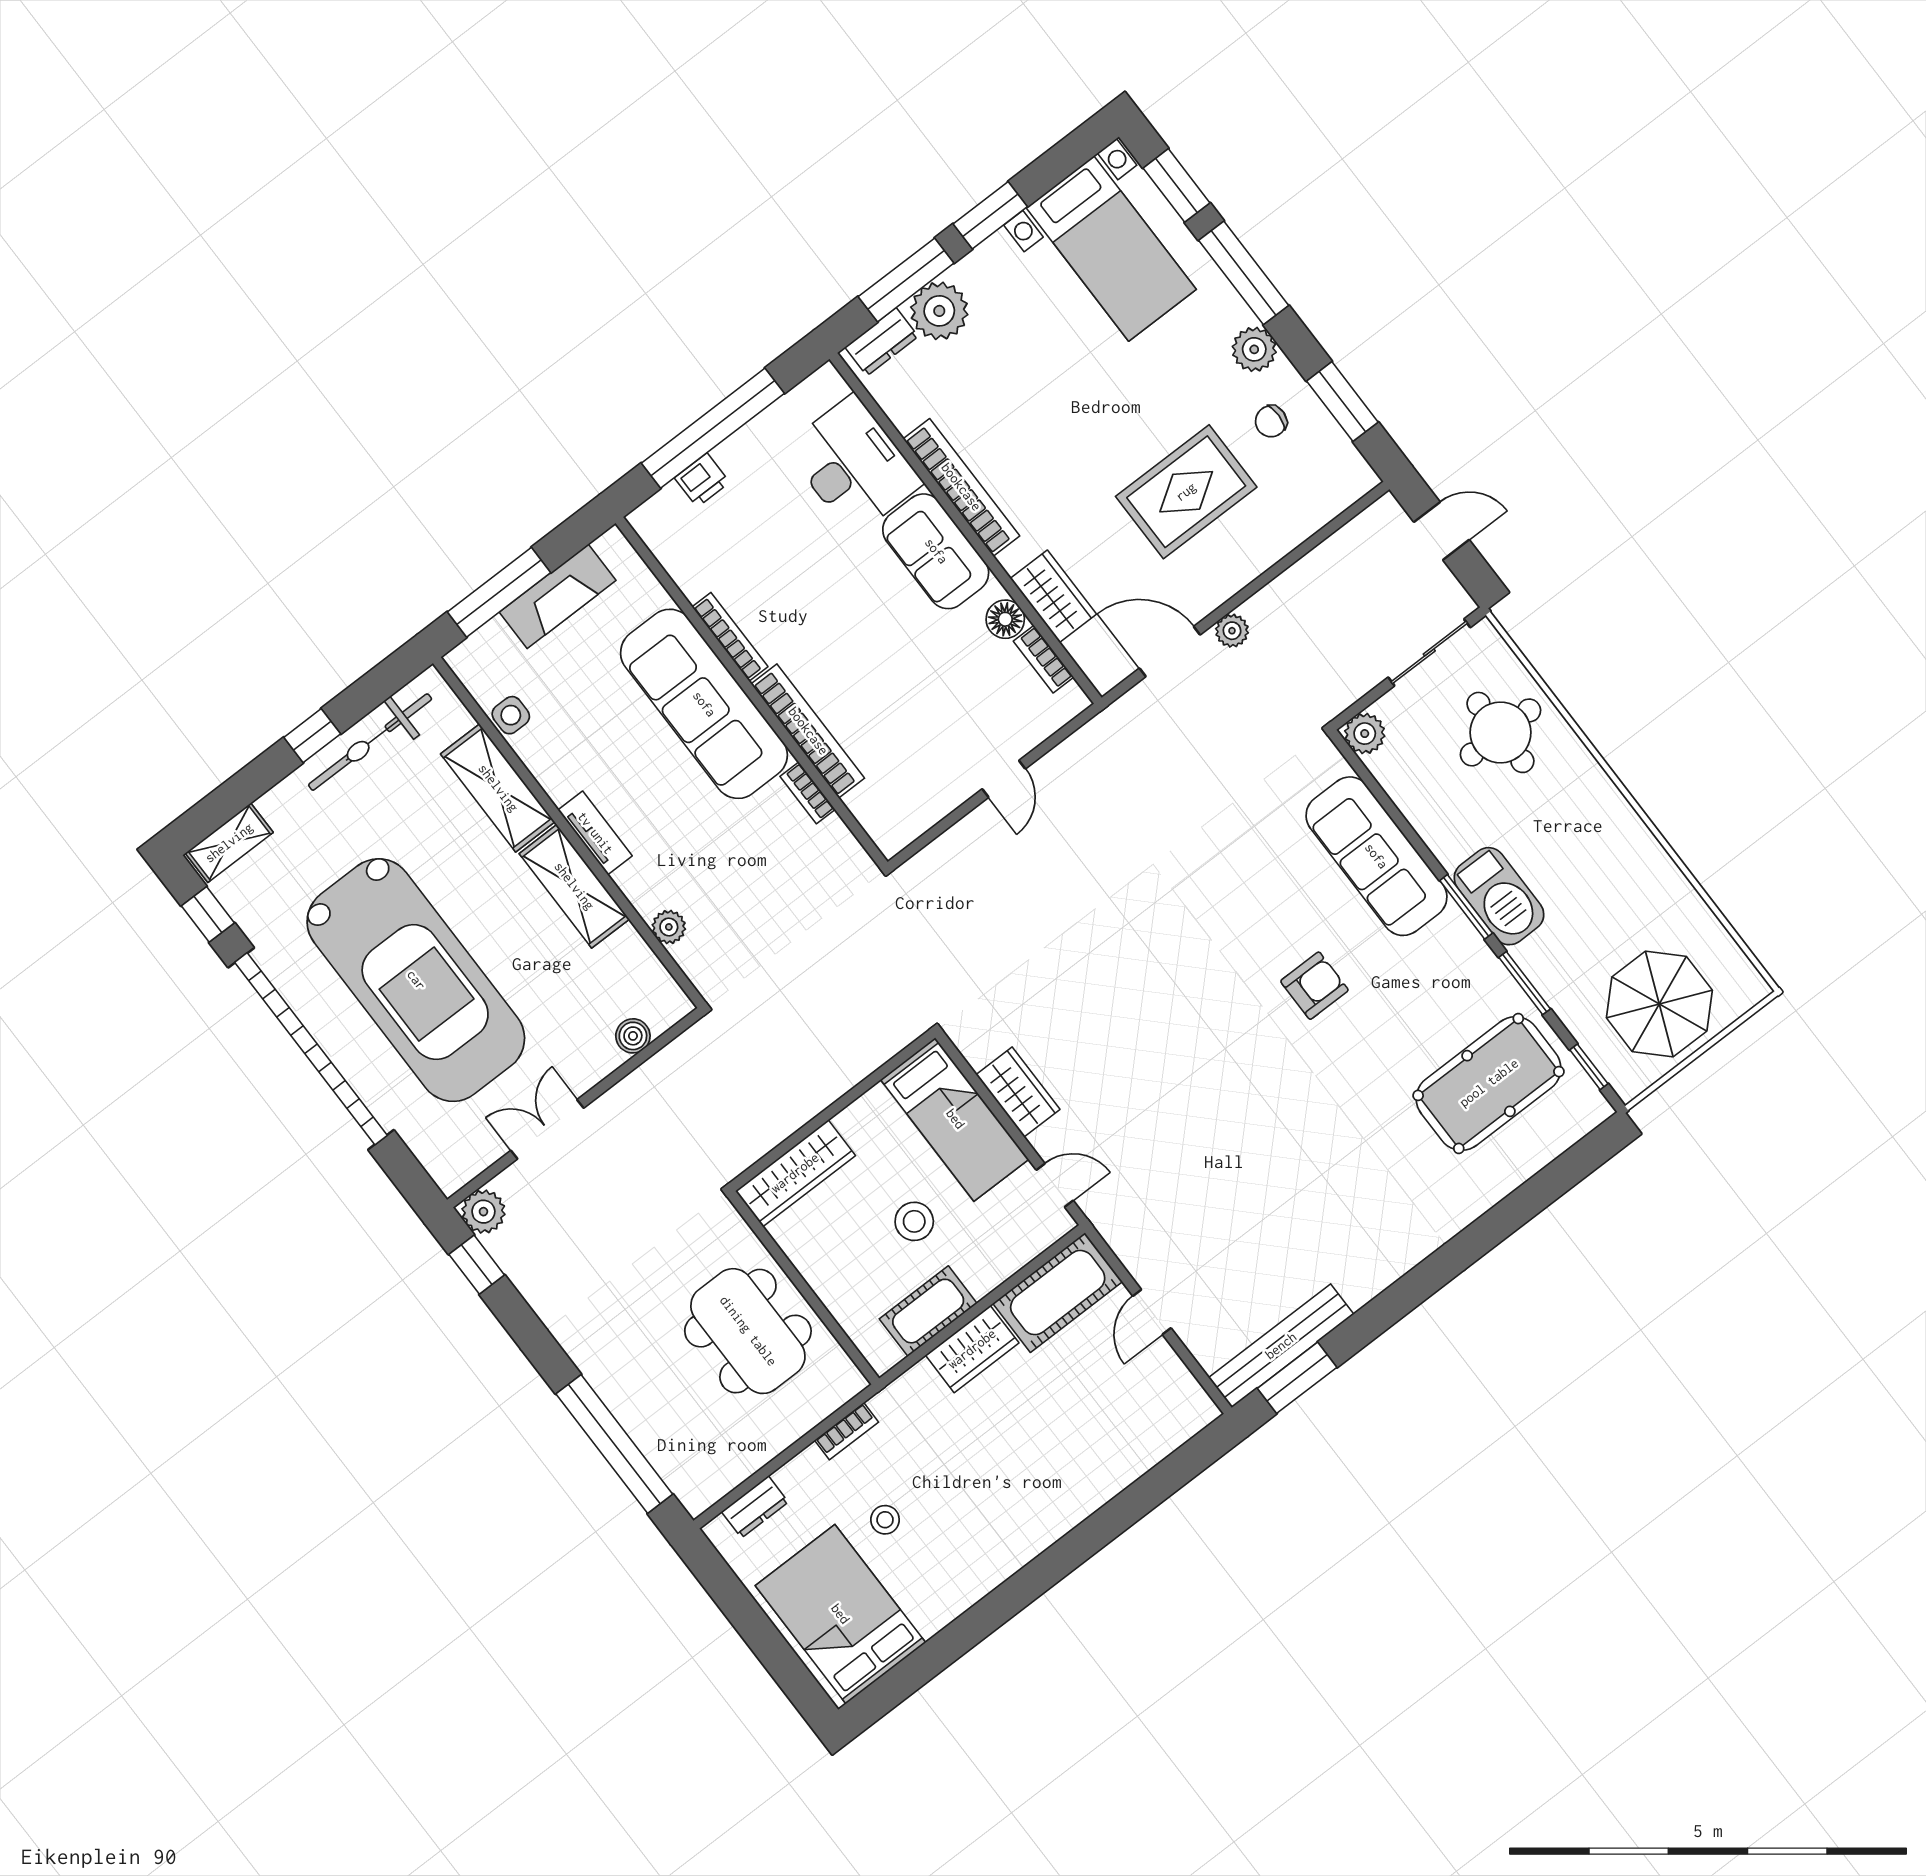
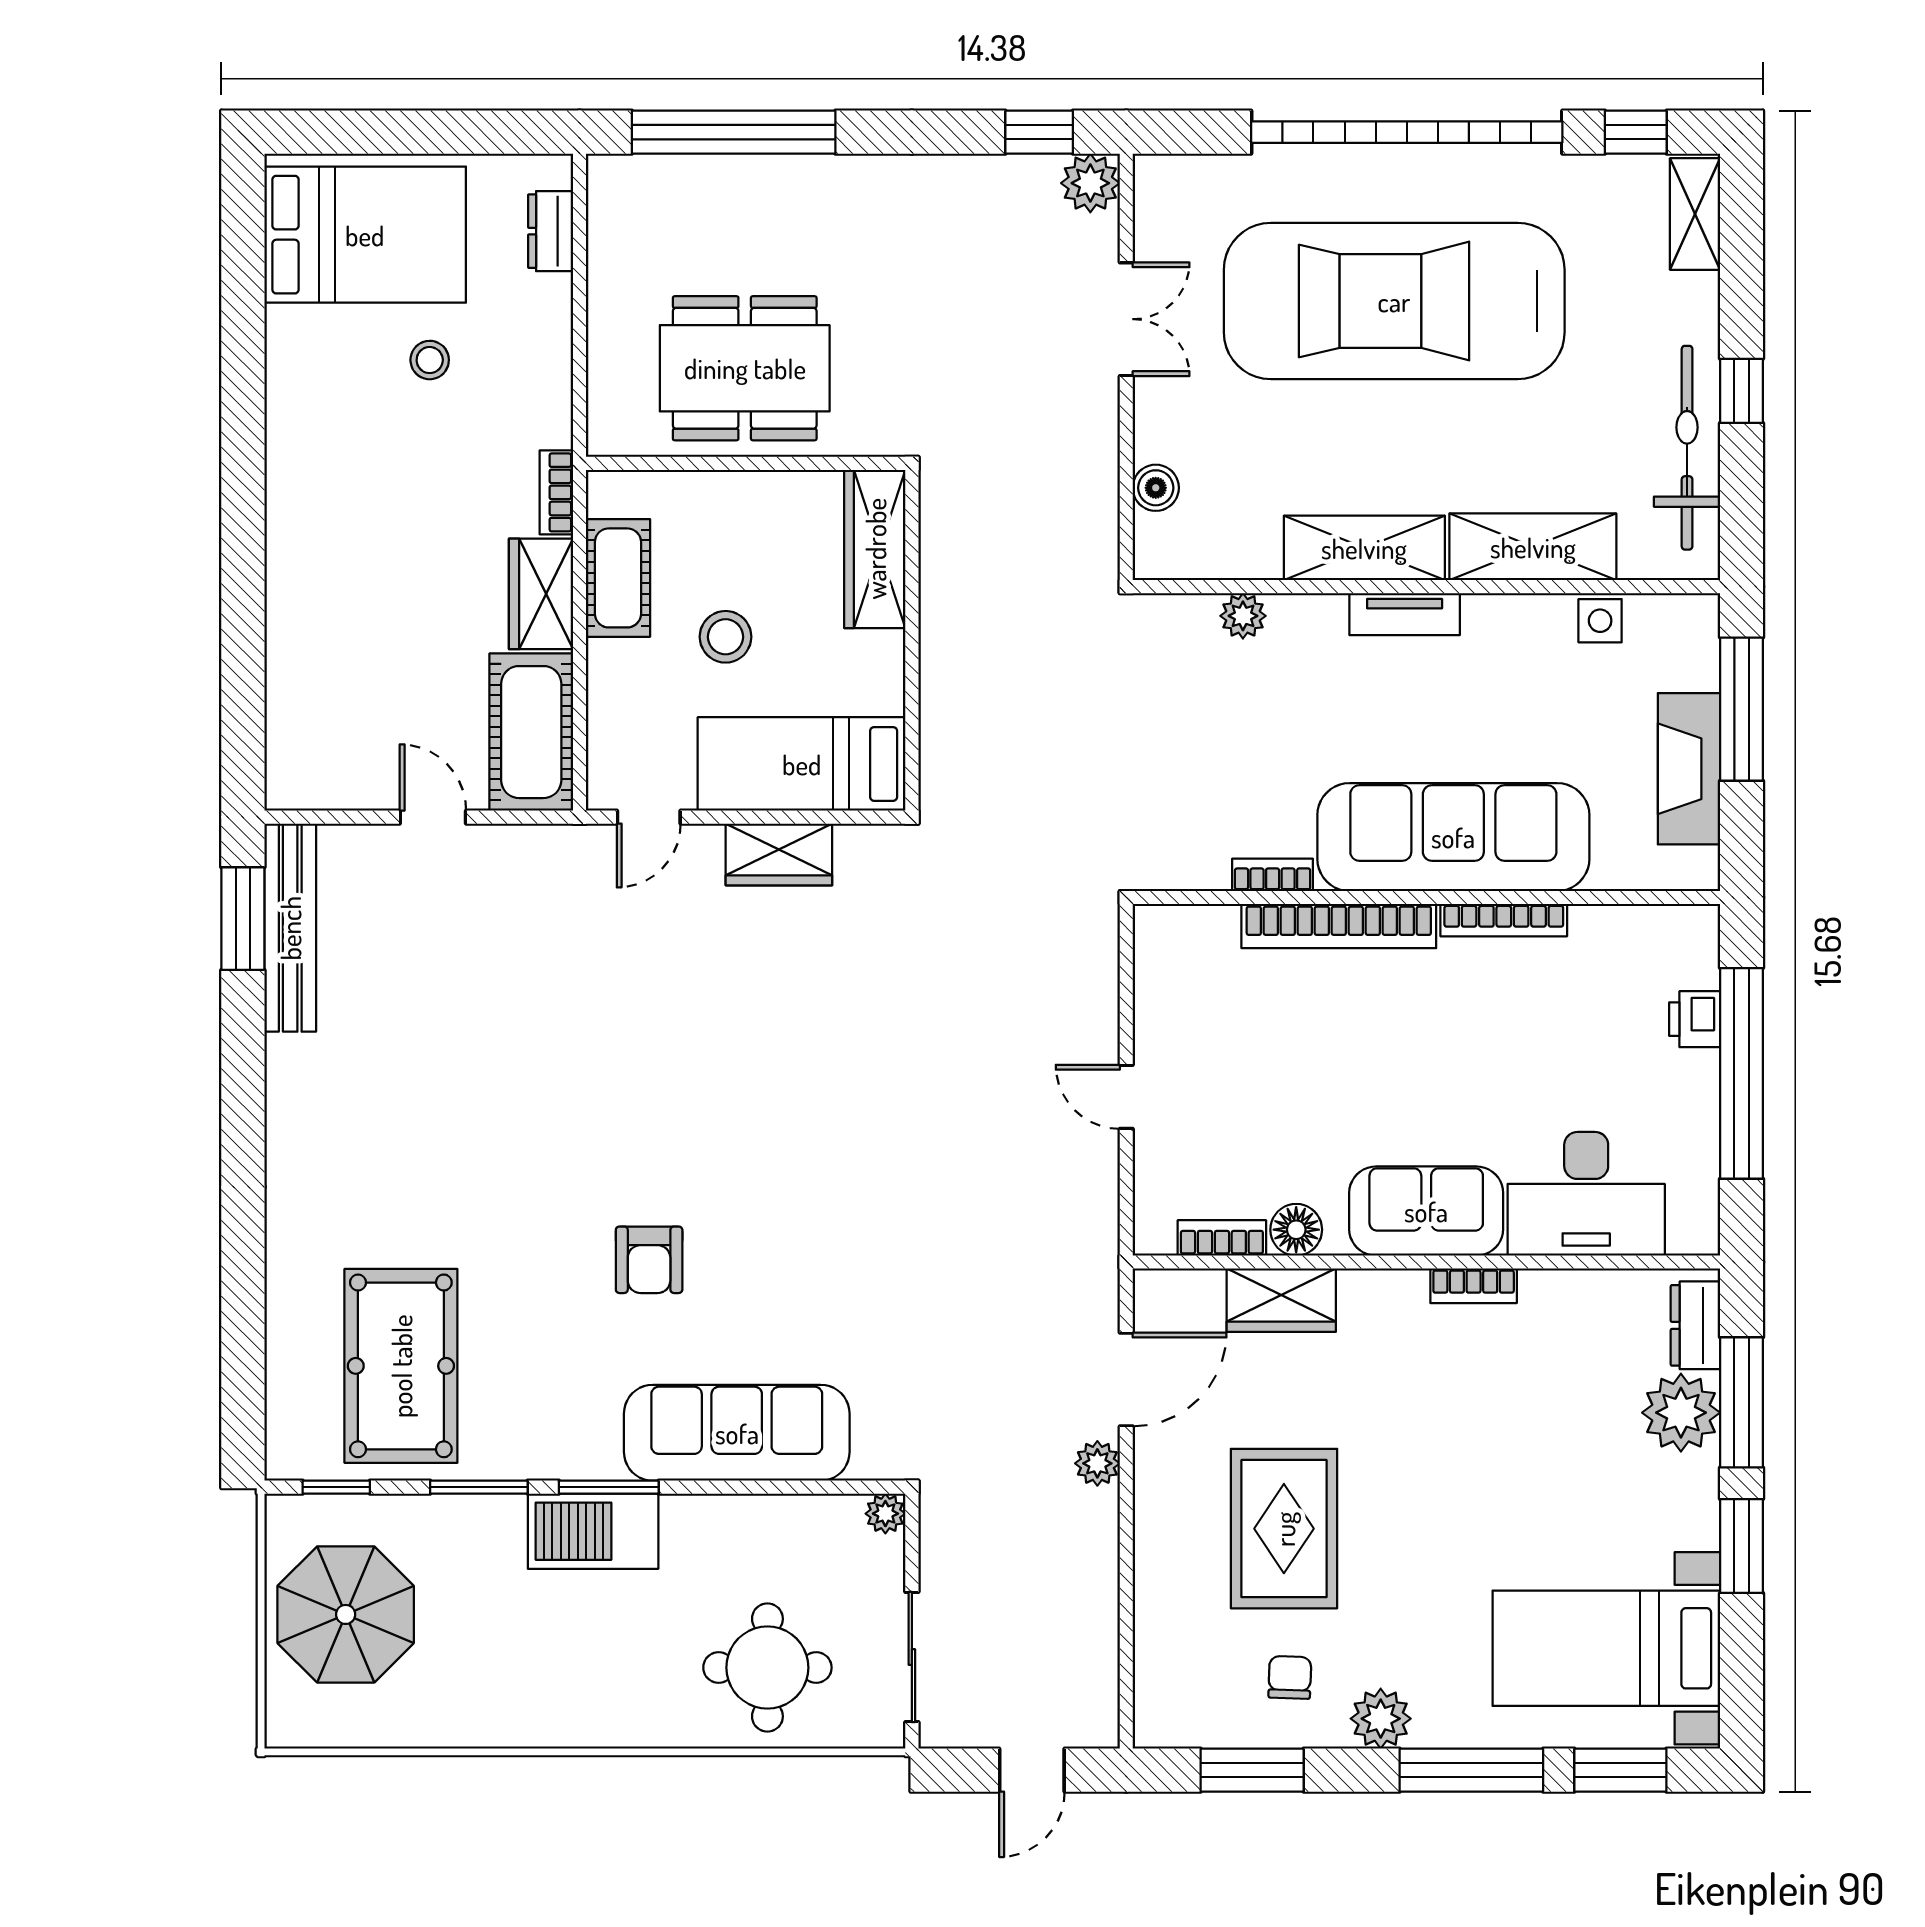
bookcase: (961, 487) -> (1474, 1286), width x0.43, depth x0.76
plant: (1365, 734) -> (885, 1514), width x0.73, depth x0.73
bookcase: (846, 1431) -> (556, 492), moved

